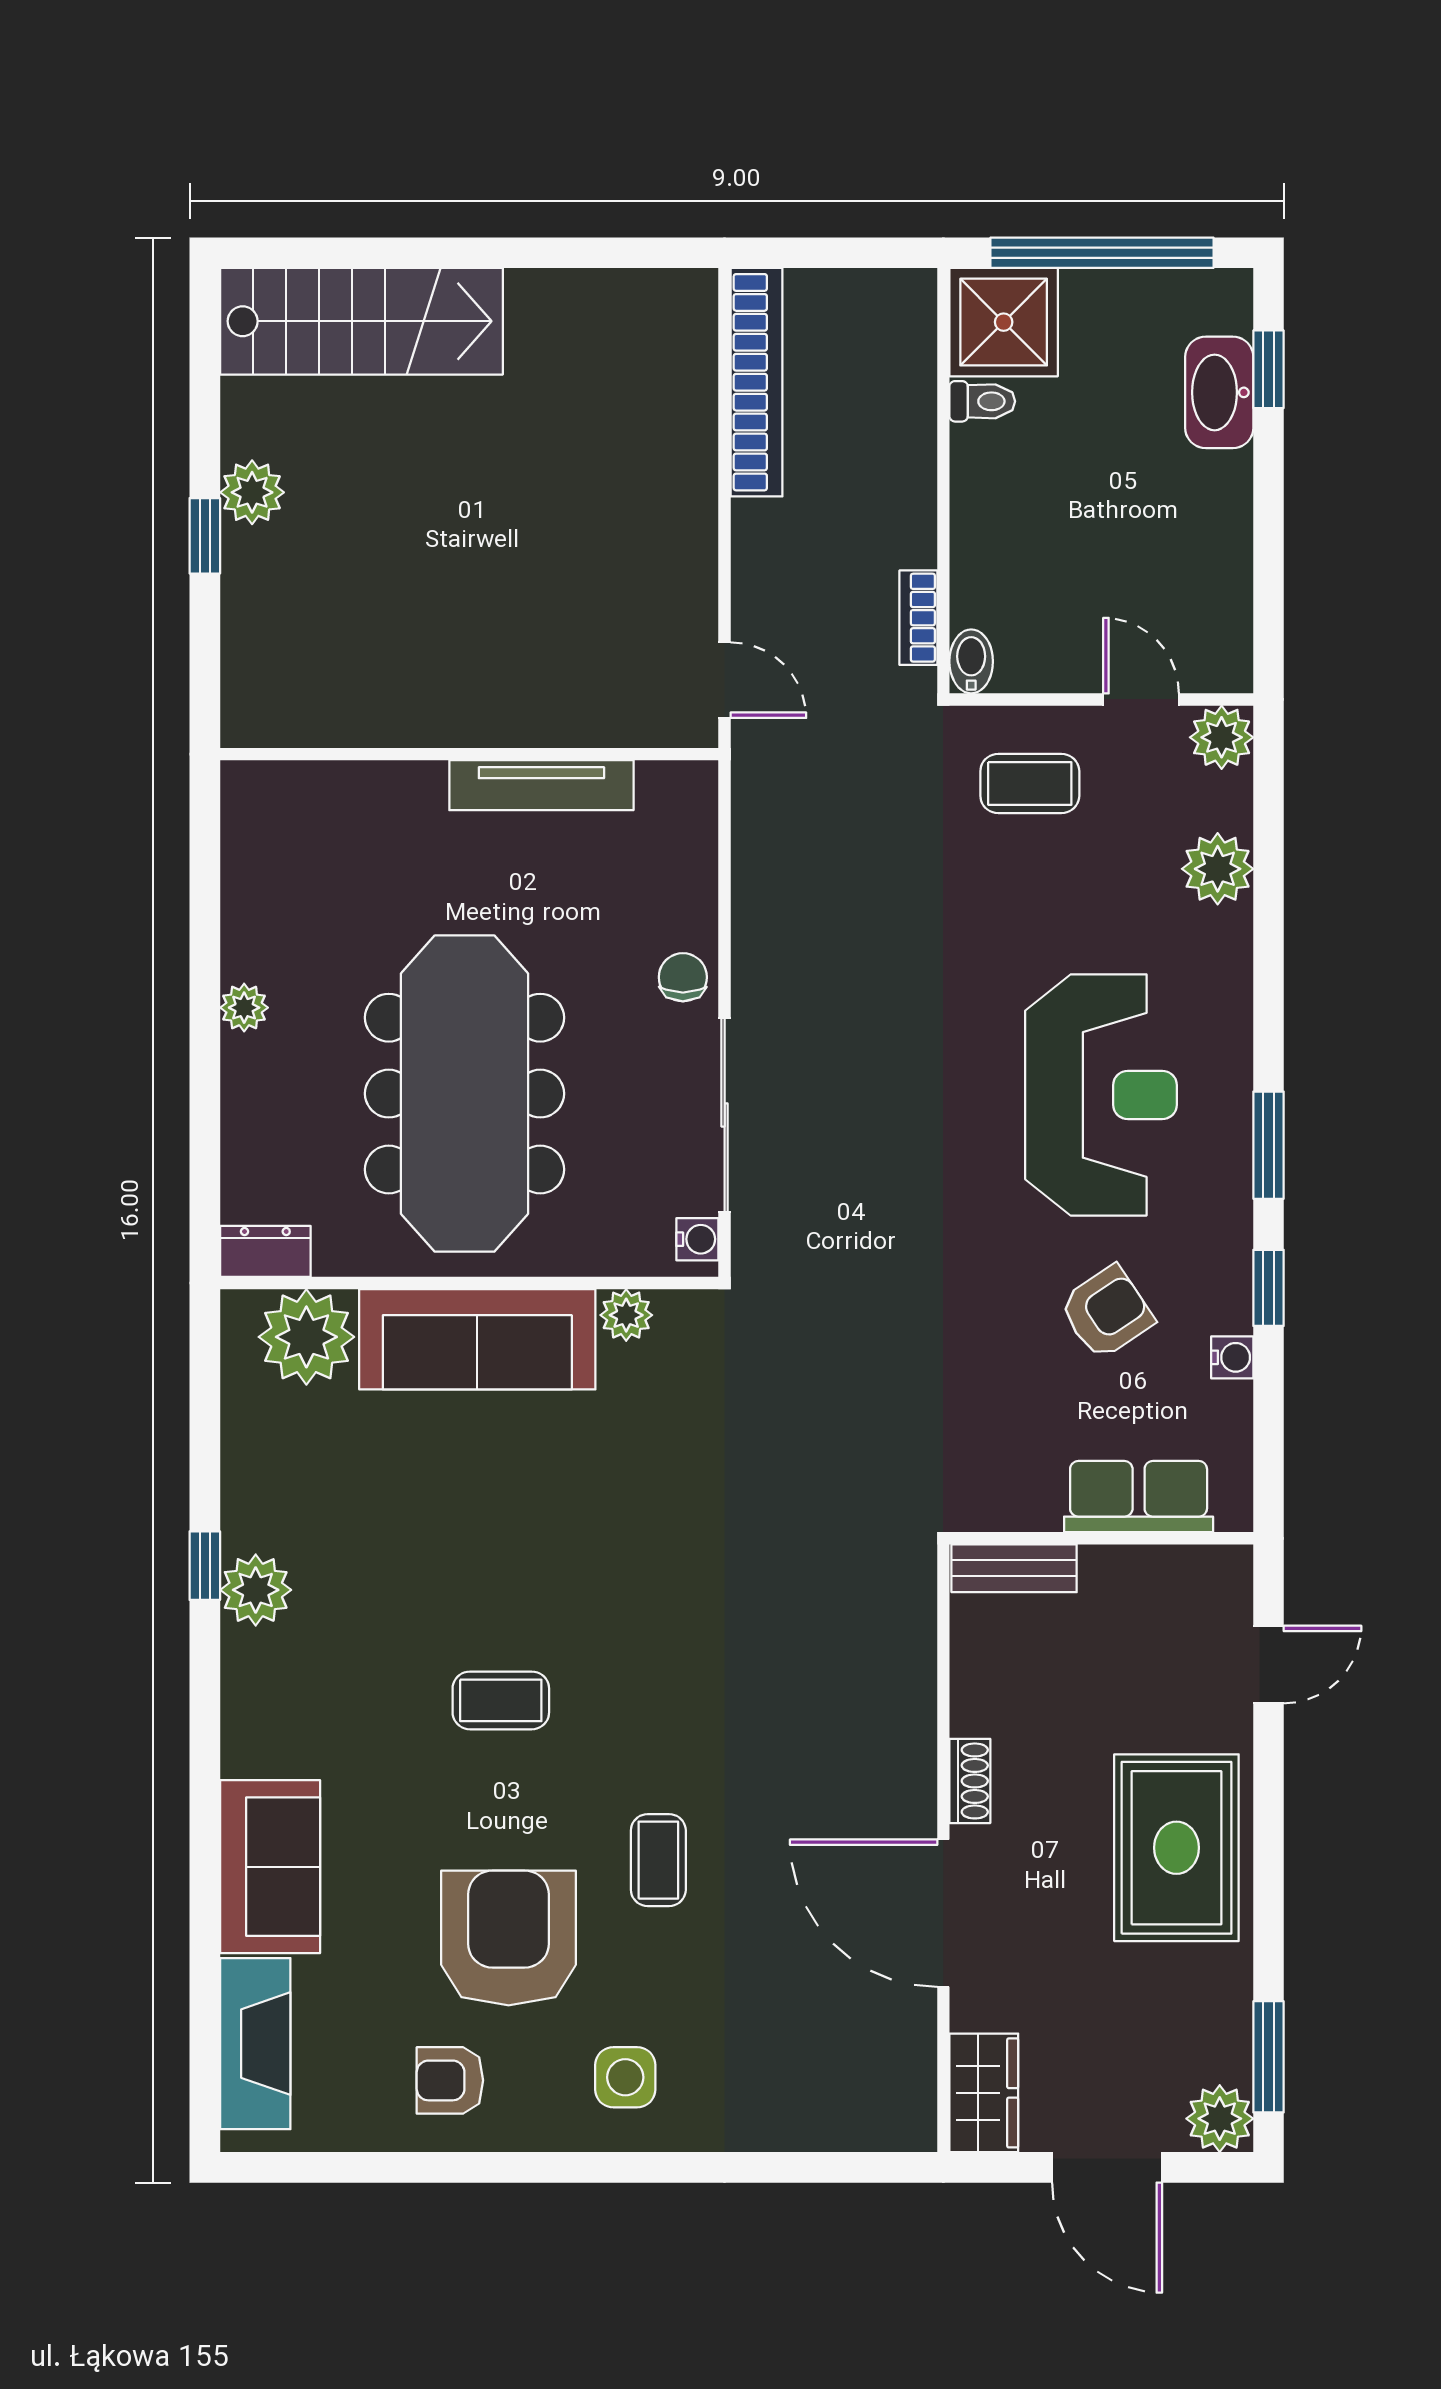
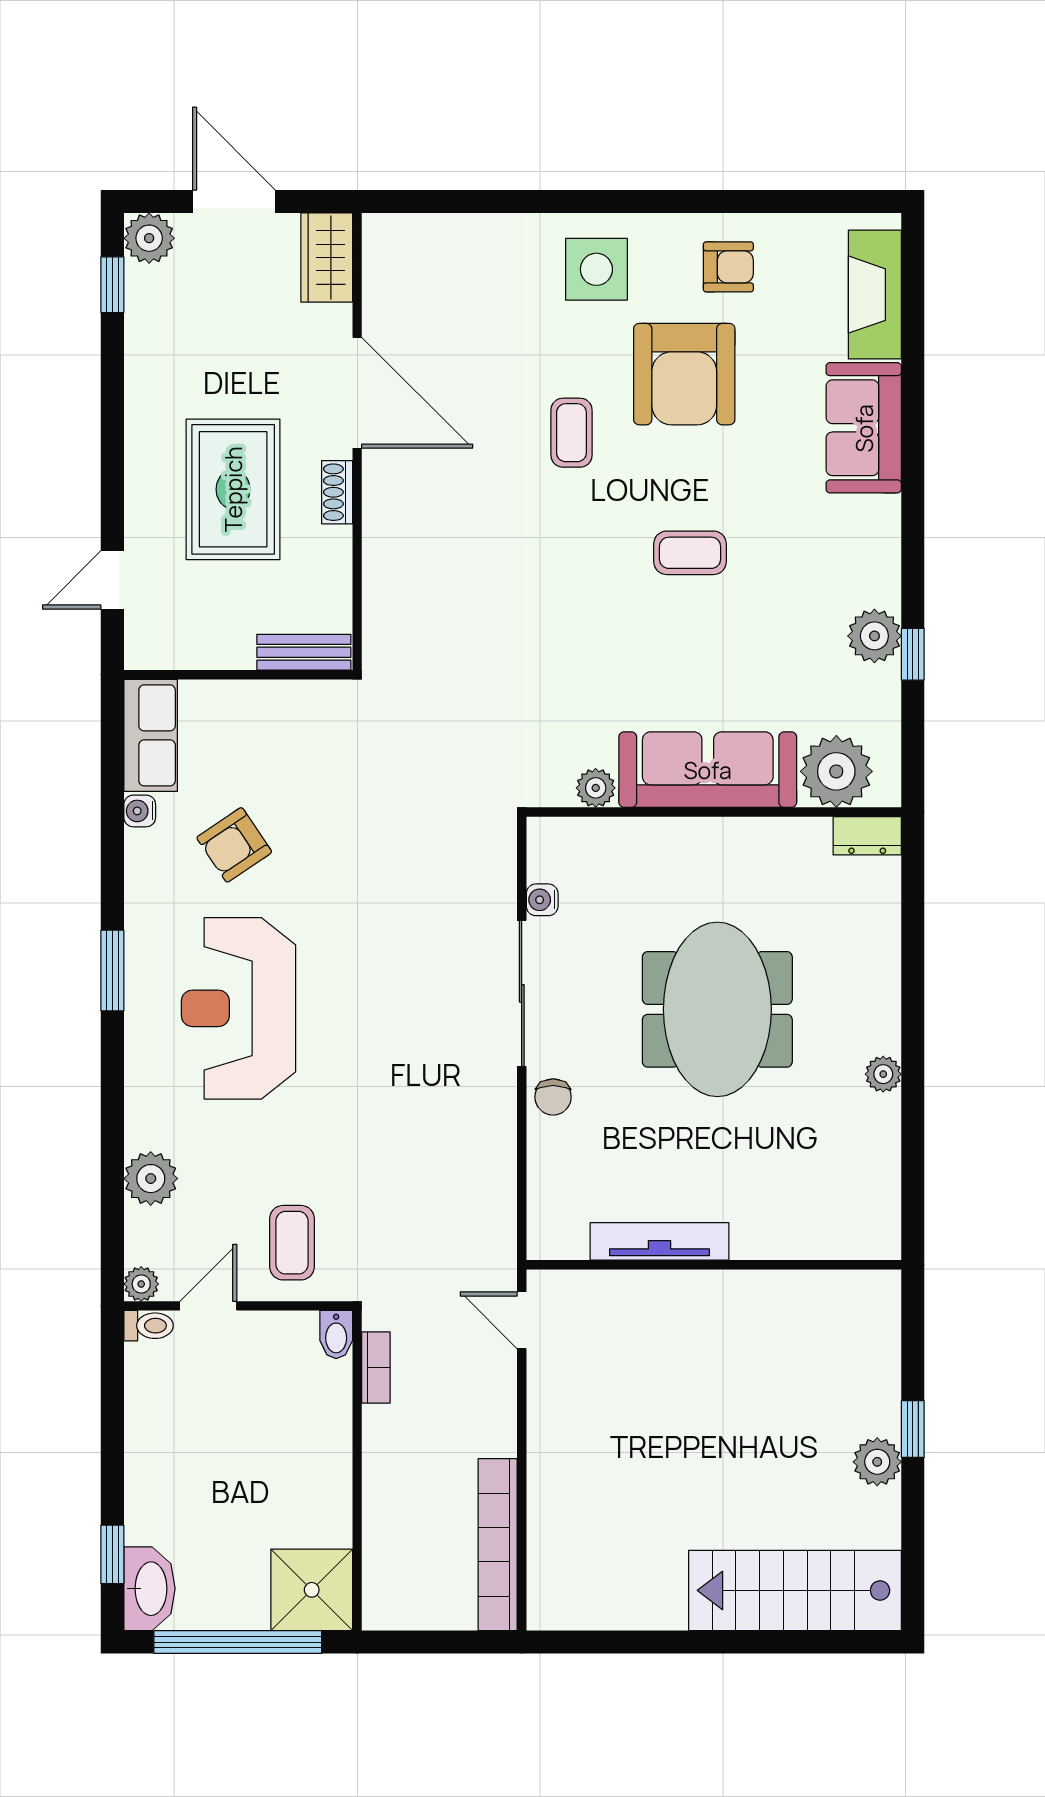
washbasin: (1219, 392) -> (149, 1589), moved
toilet: (982, 401) -> (149, 1326), moved, turned 180
door: (1141, 699) -> (208, 1306), swing flipped
plant: (1222, 737) -> (141, 1284), width x0.73, depth x0.73
coffee table: (1030, 784) -> (292, 1243), turned 90
meeting table: (465, 1094) -> (717, 1009), width x0.73
dresser: (265, 1251) -> (867, 836), moved
wall: (469, 1283) -> (714, 812), moved
window: (1269, 1288) -> (112, 863), removed
plant: (626, 1315) -> (596, 788), moved
plant: (306, 1337) -> (836, 771), moved
sofa: (477, 1339) -> (708, 770), moved
row of seats: (1139, 1497) -> (151, 735), moved, turned -90
rug: (1176, 1848) -> (233, 489), moved
window: (1269, 2057) -> (112, 285), width x0.67
side table: (625, 2077) -> (596, 269), width x1.37, depth x1.37

